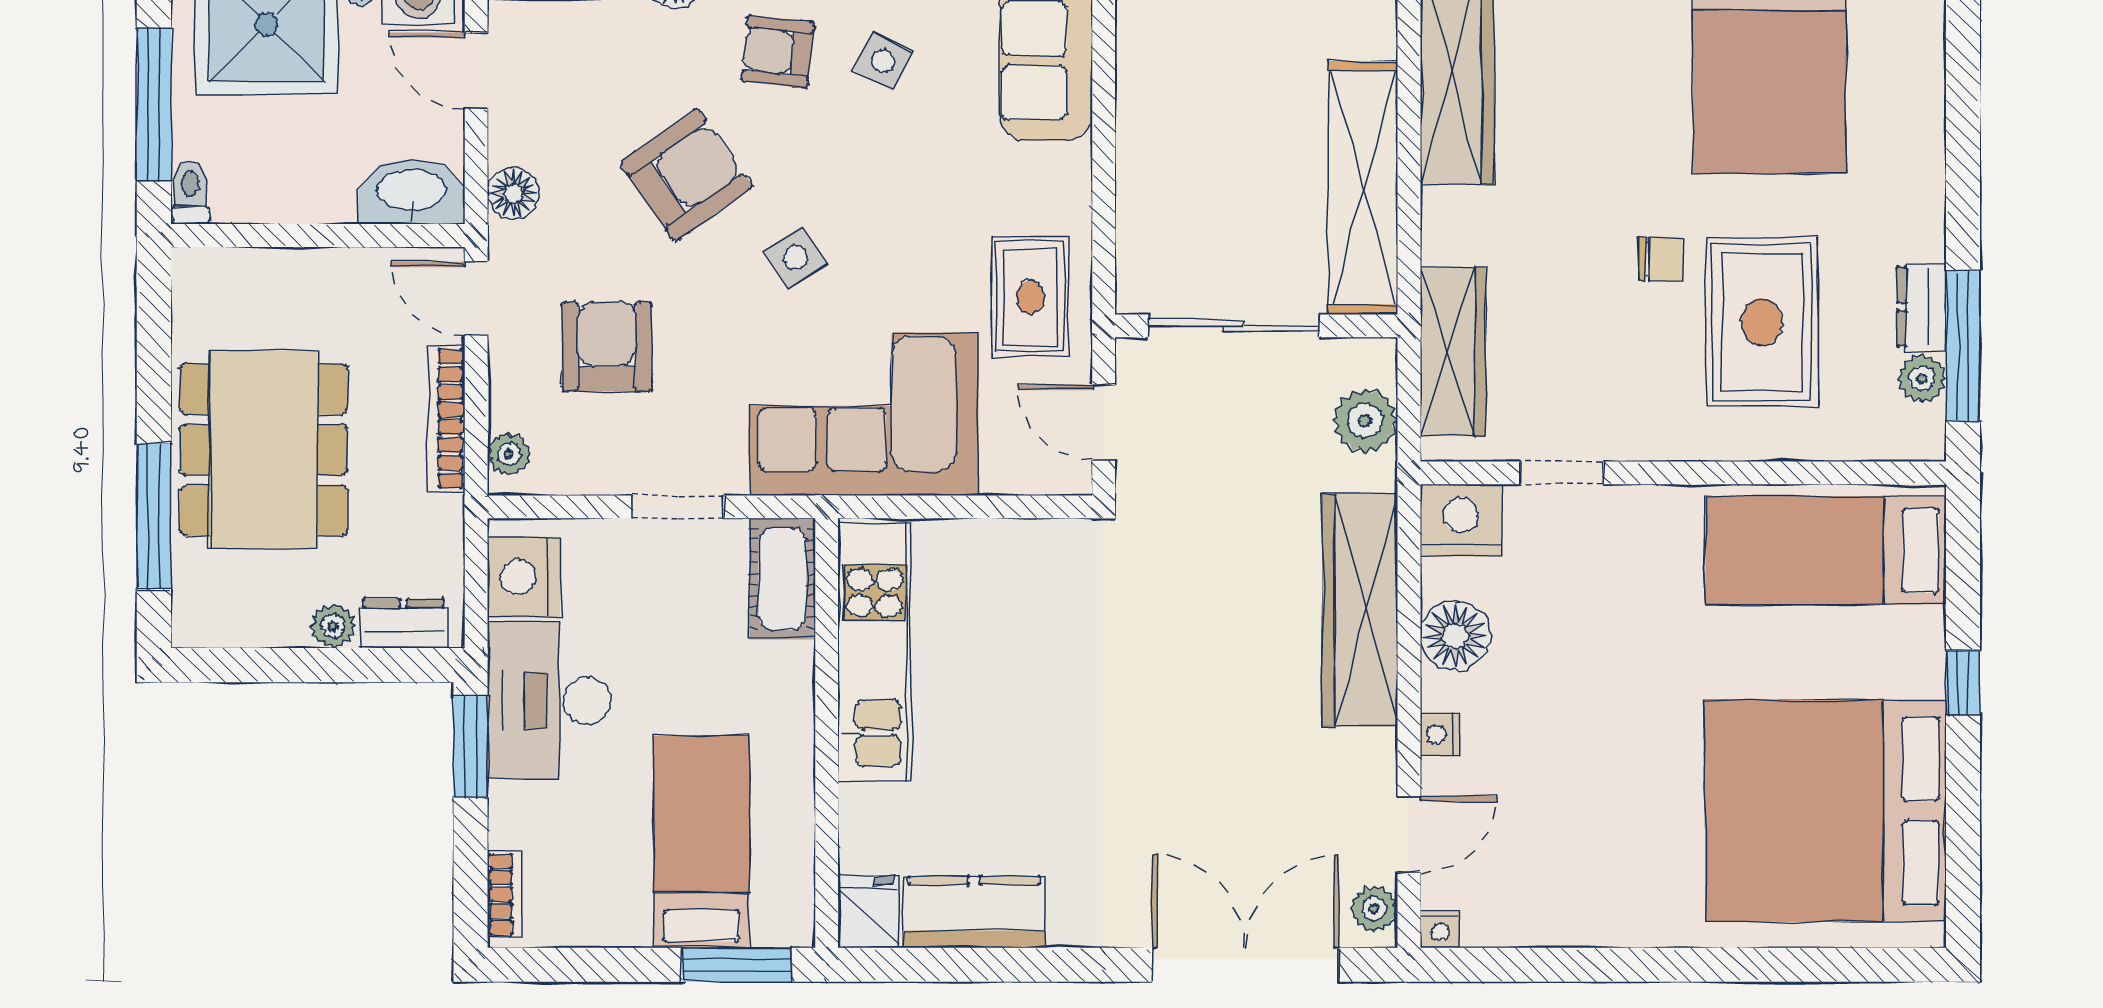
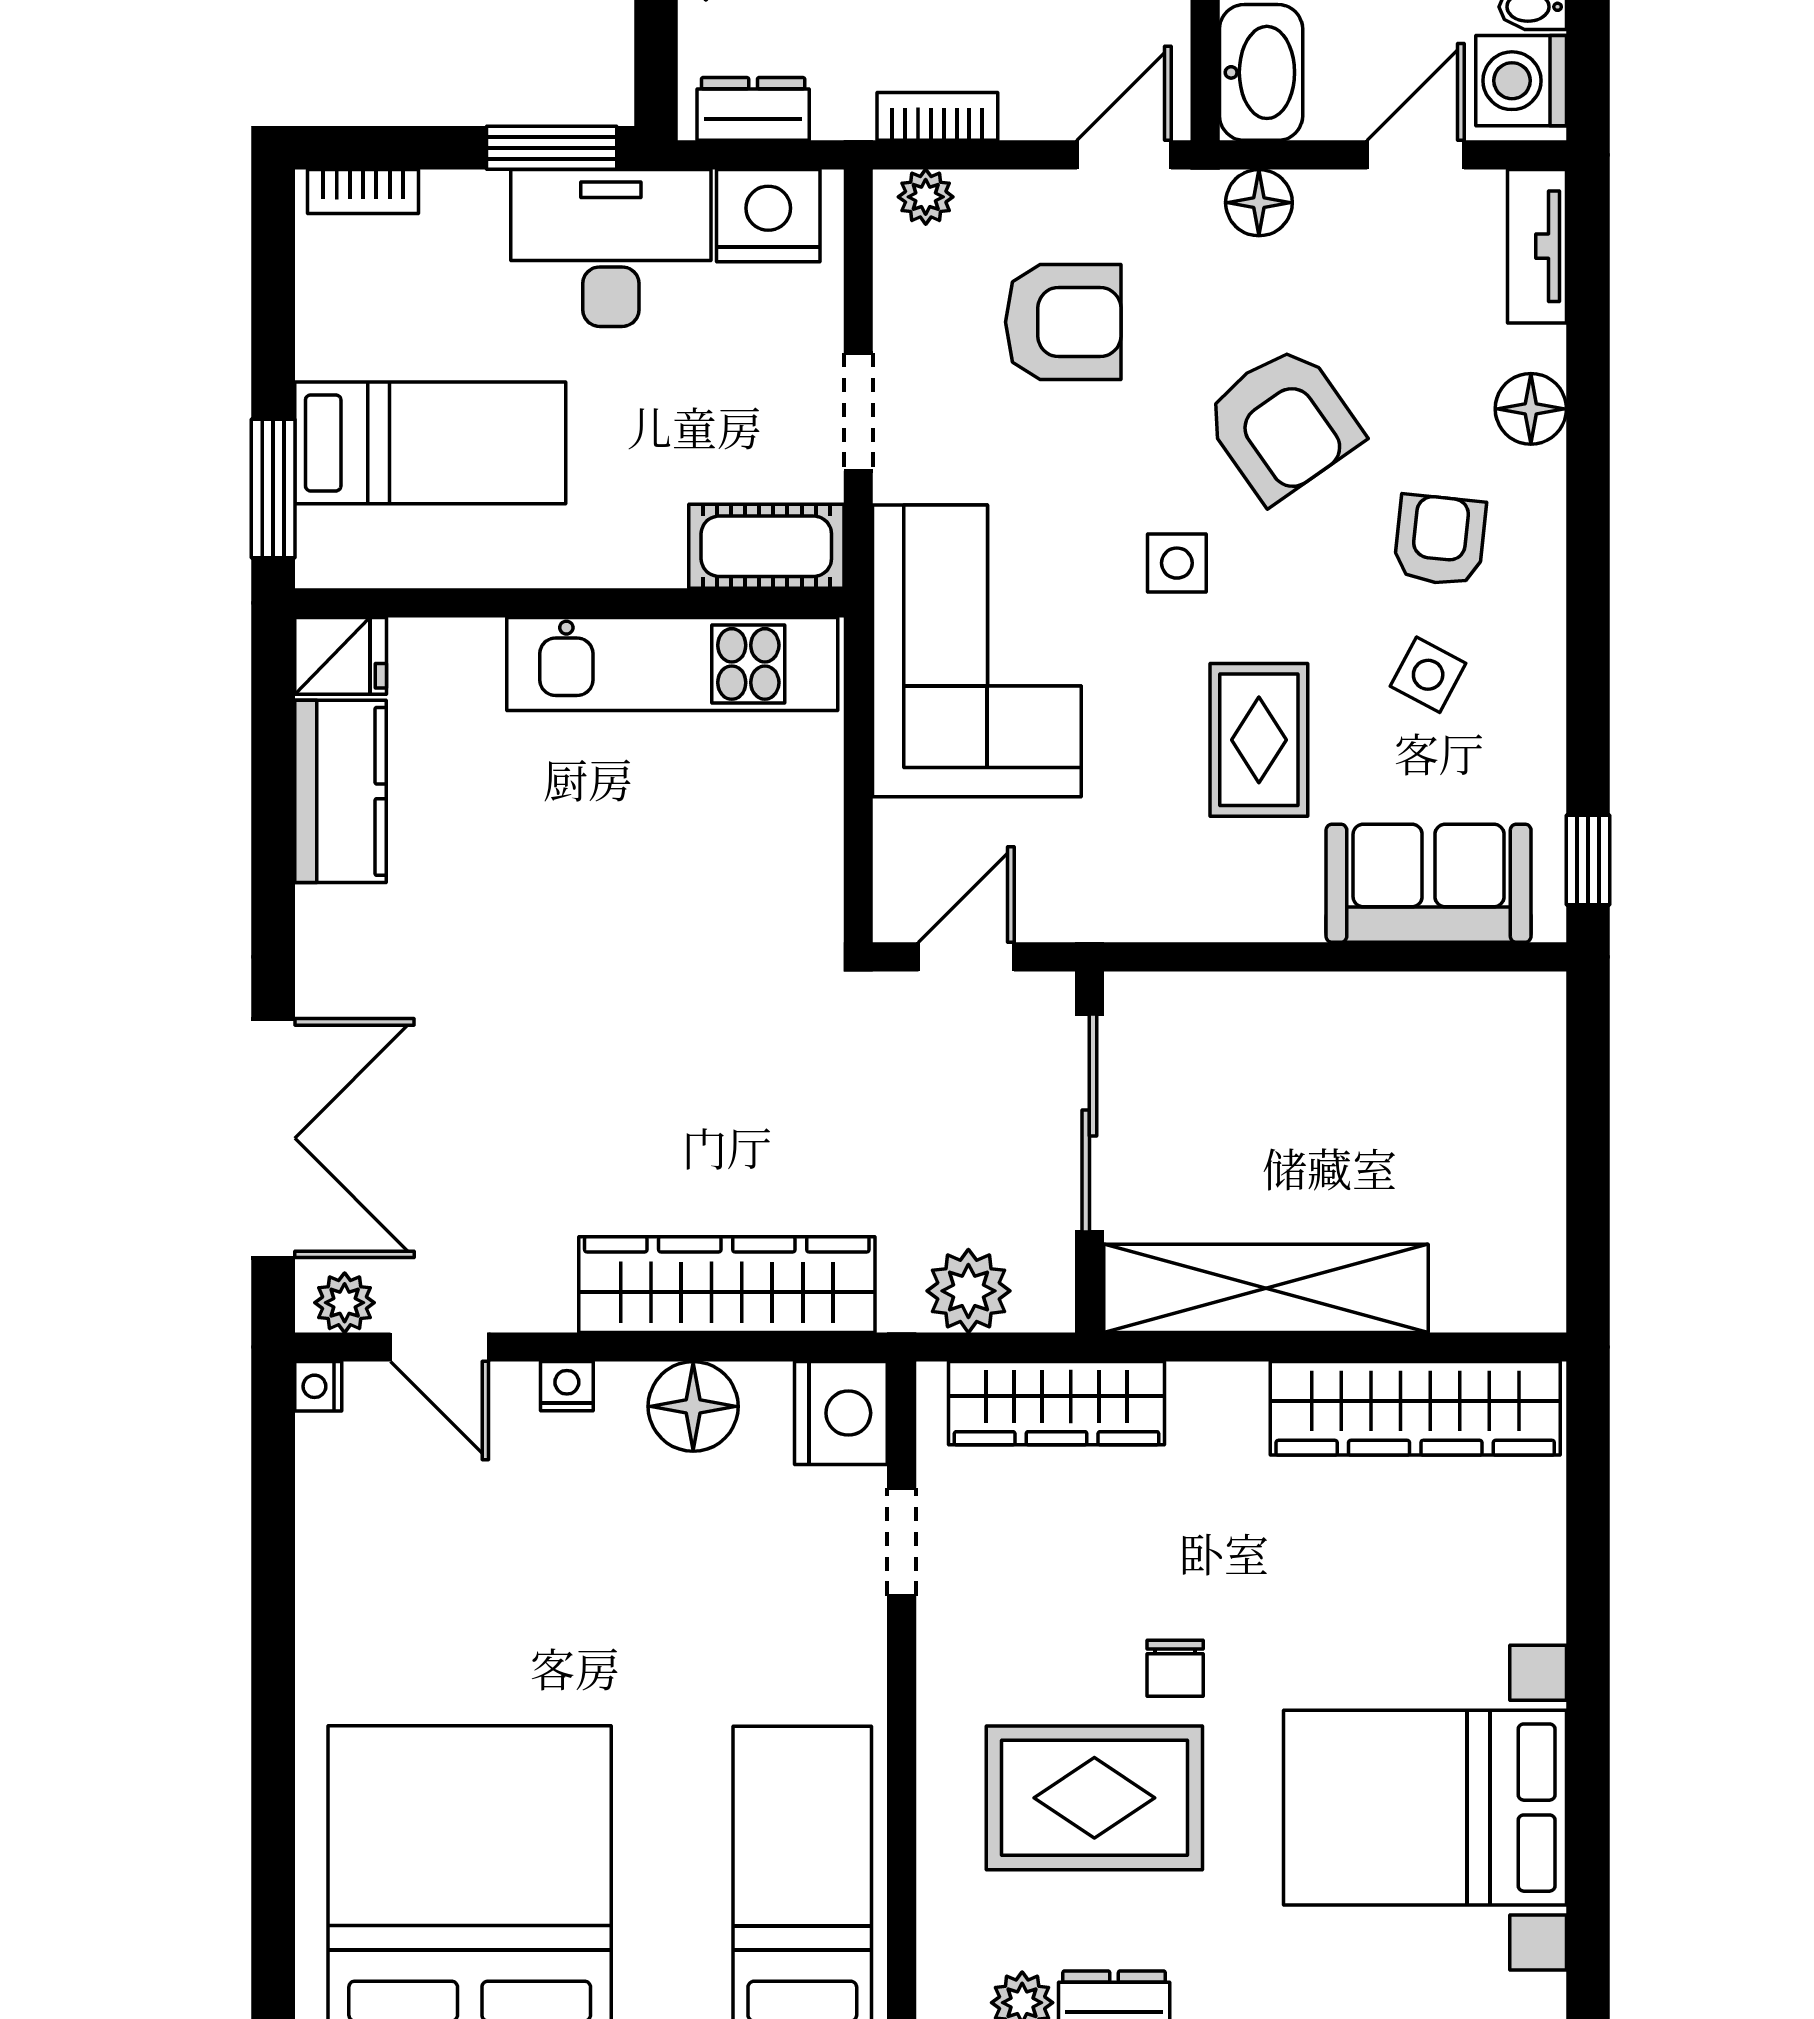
side table: (796, 258) -> (1177, 563), turned 33
rug: (1031, 297) -> (1259, 740), moved, turned 90
bookcase: (446, 418) -> (937, 116), width x0.64
dresser: (403, 623) -> (753, 109), moved, turned -90

